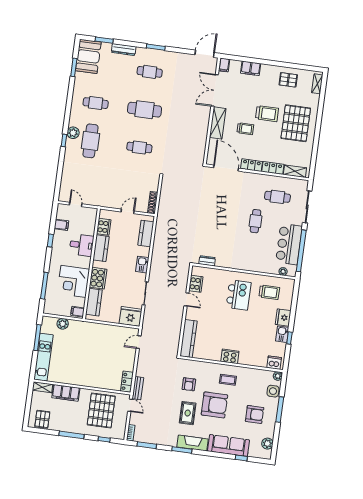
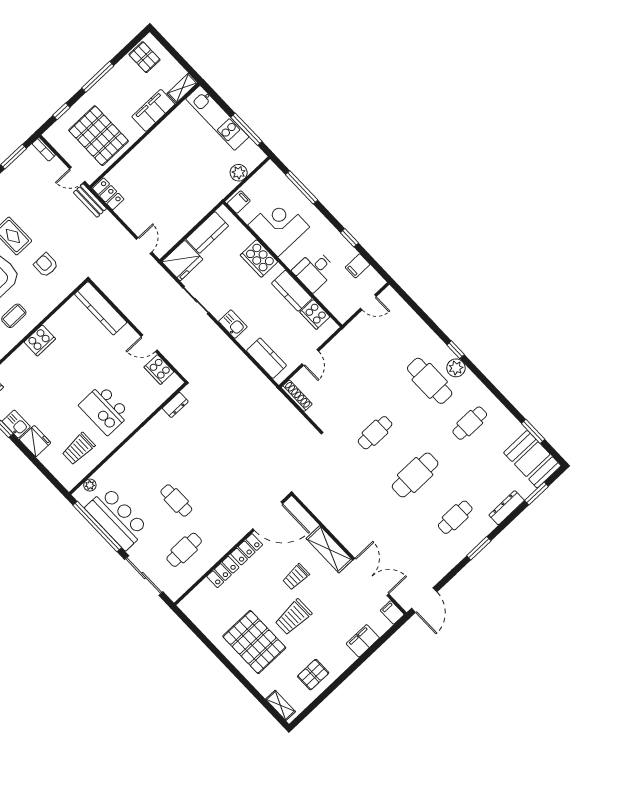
shelving: (295, 171) -> (198, 595), removed
kitchen counter: (94, 302) -> (207, 232), moved, turned -90

